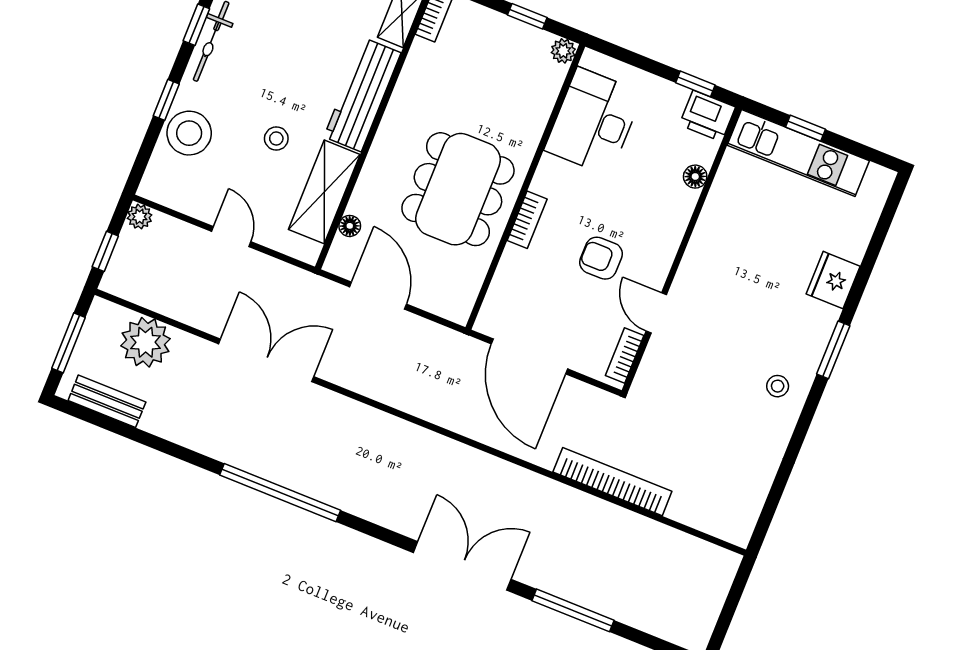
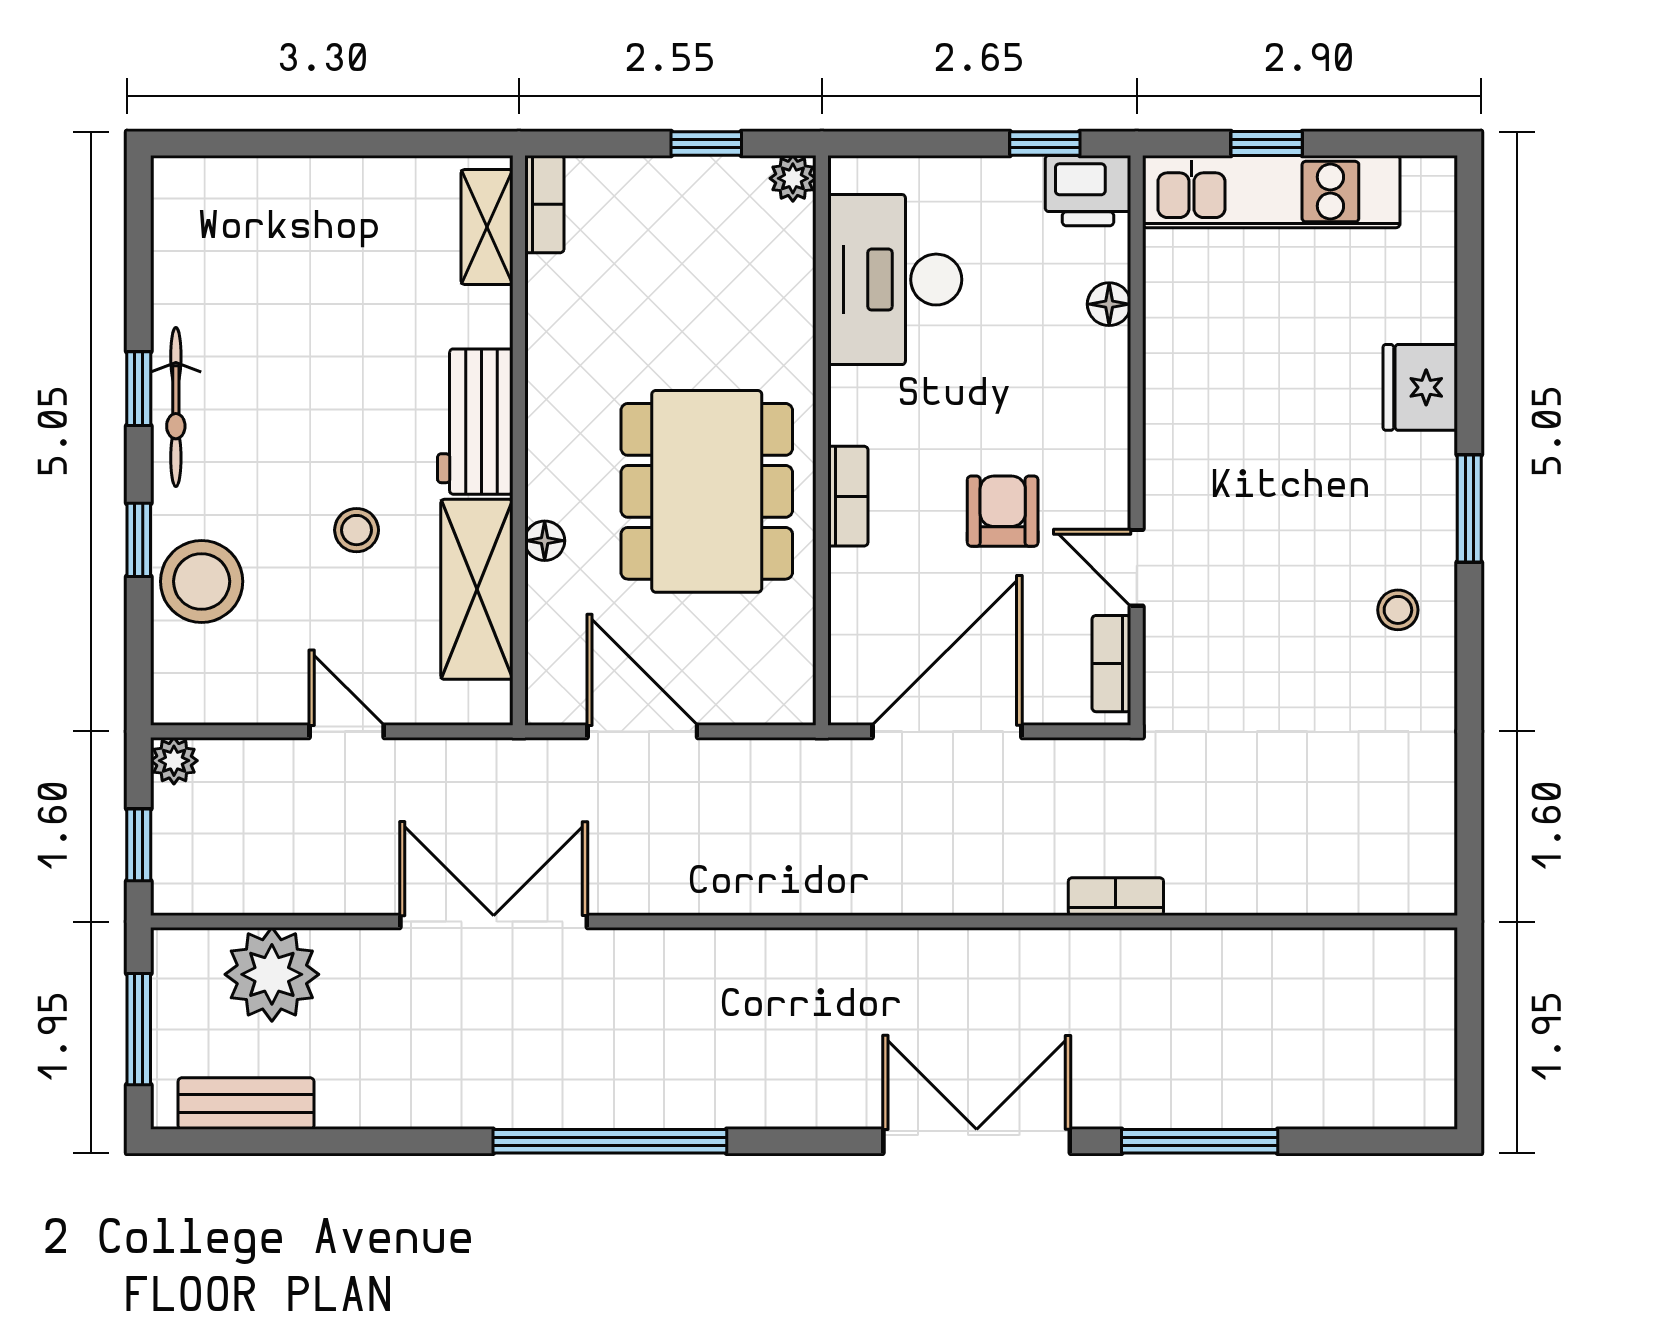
workbench: (362, 95) -> (475, 422), width x0.73
floor lamp: (350, 226) -> (545, 541), moved
armchair: (601, 258) -> (1003, 511), turned 90
door: (529, 356) -> (947, 731), swing flipped
bookcase: (612, 482) -> (1116, 897), width x0.43, depth x0.76

